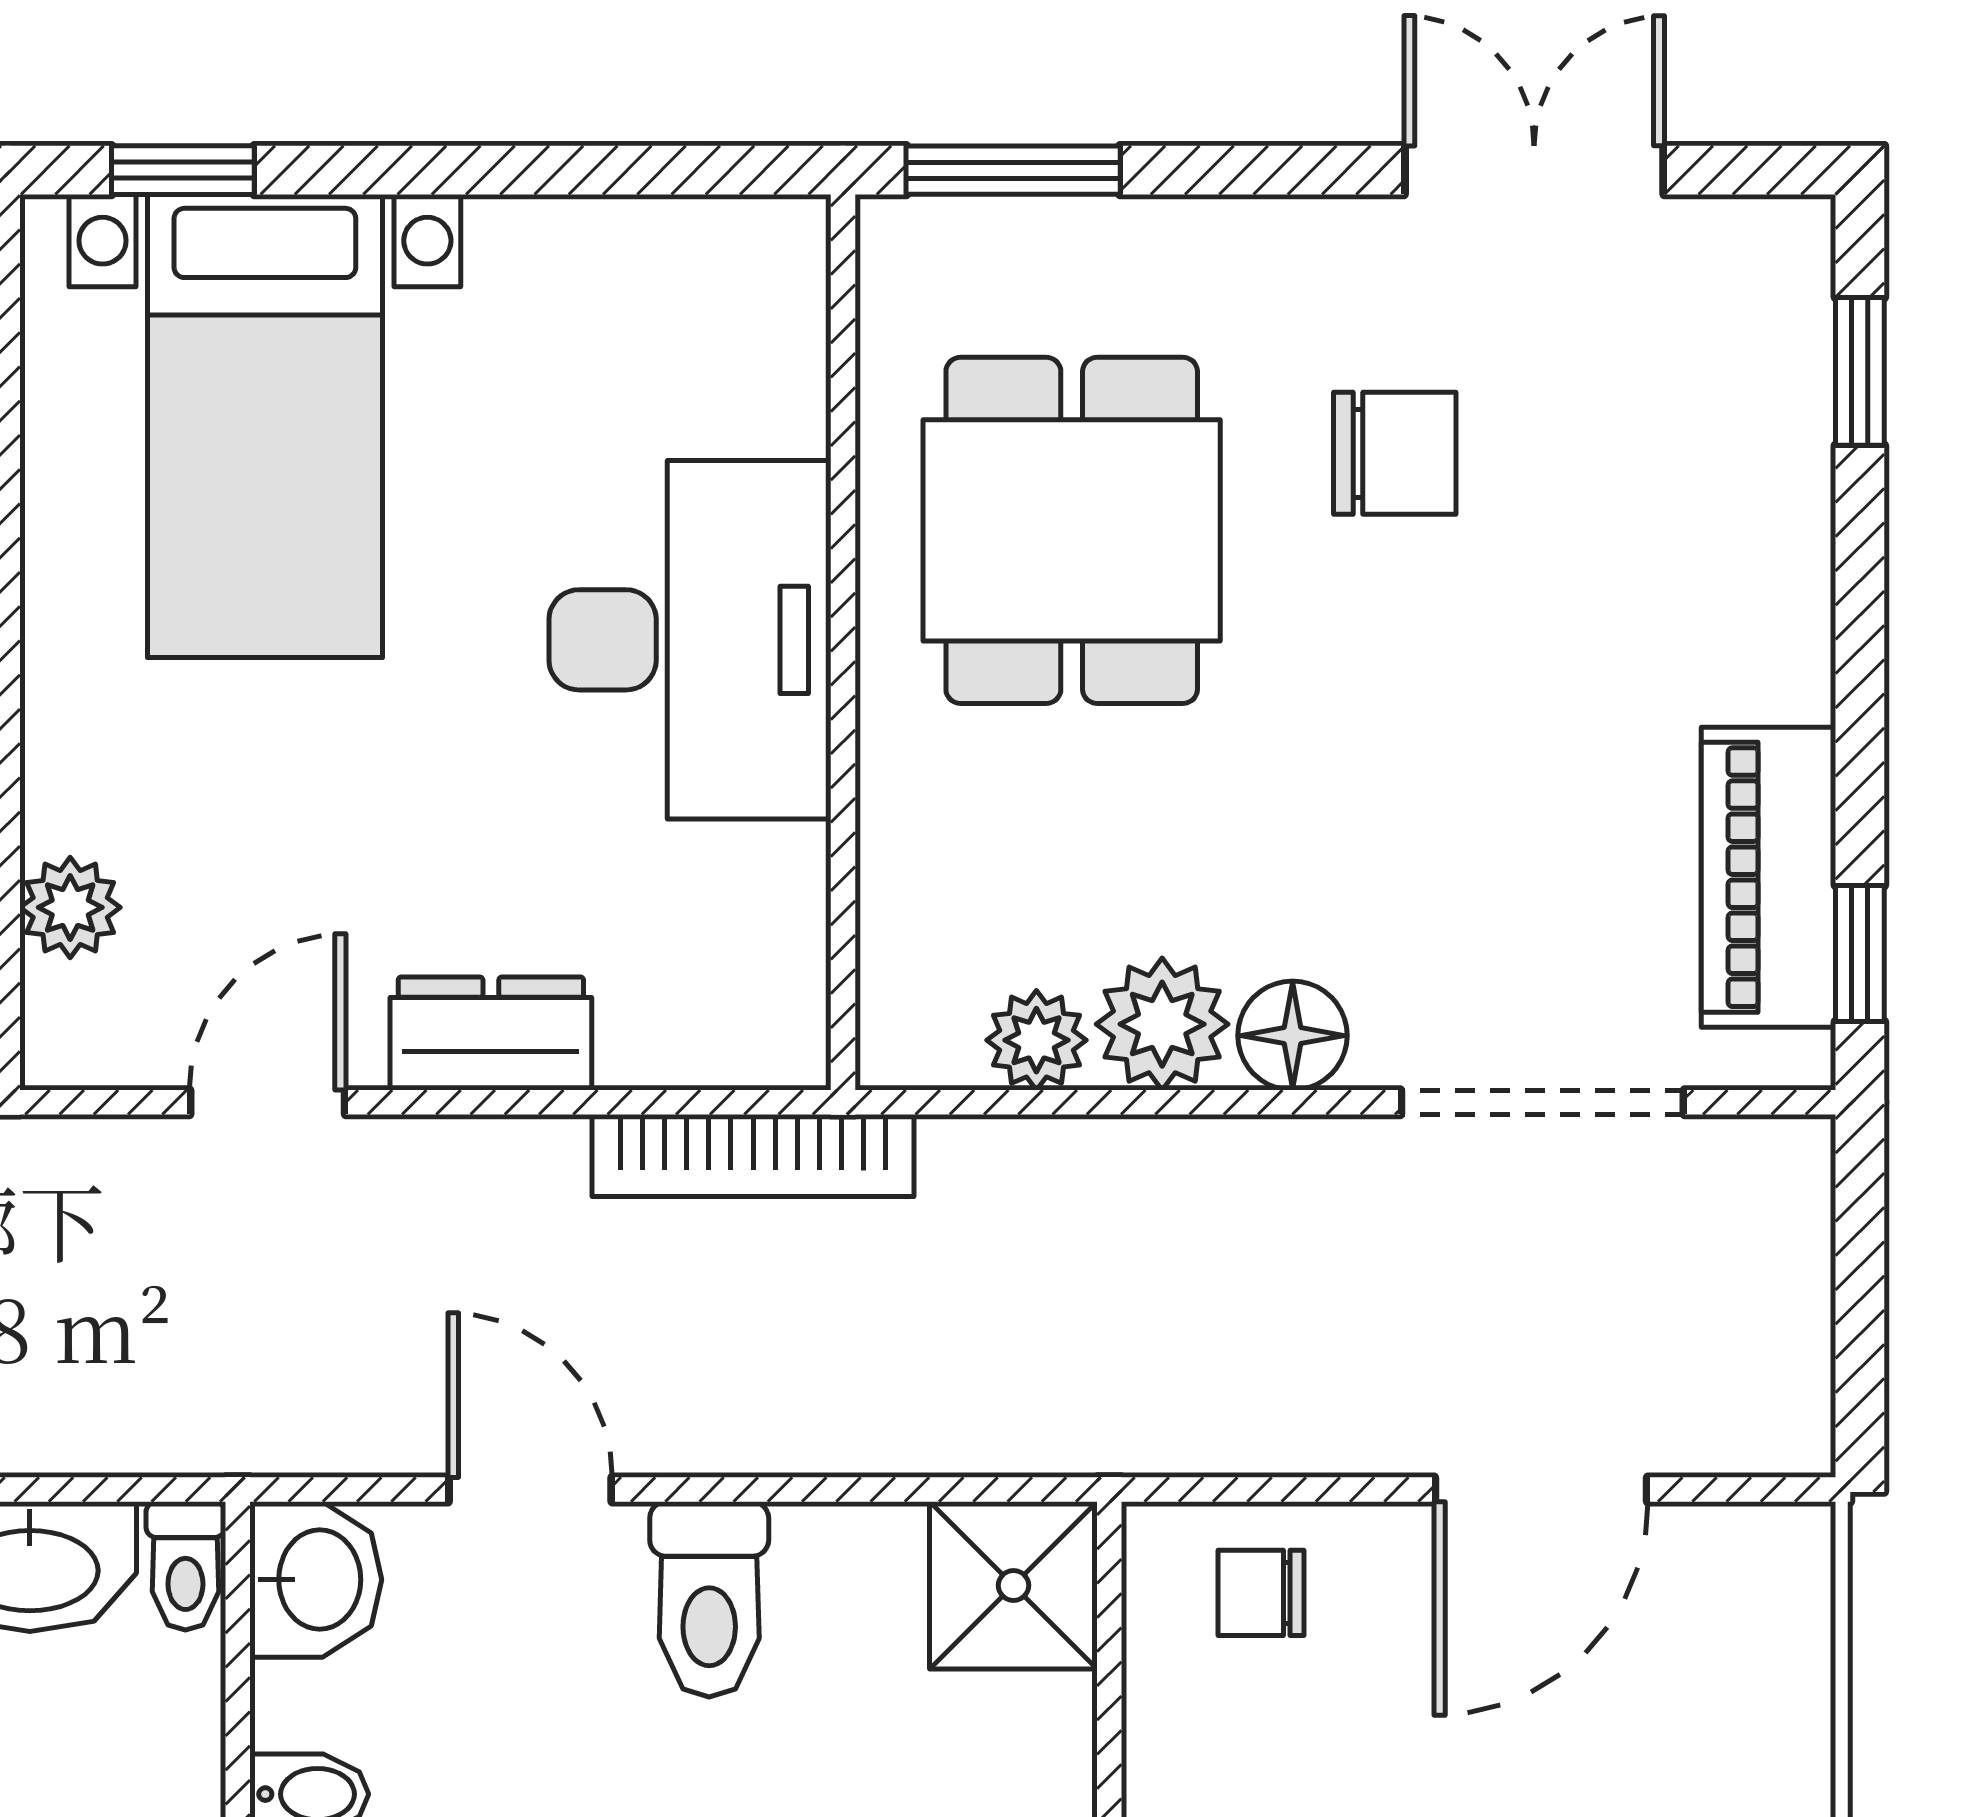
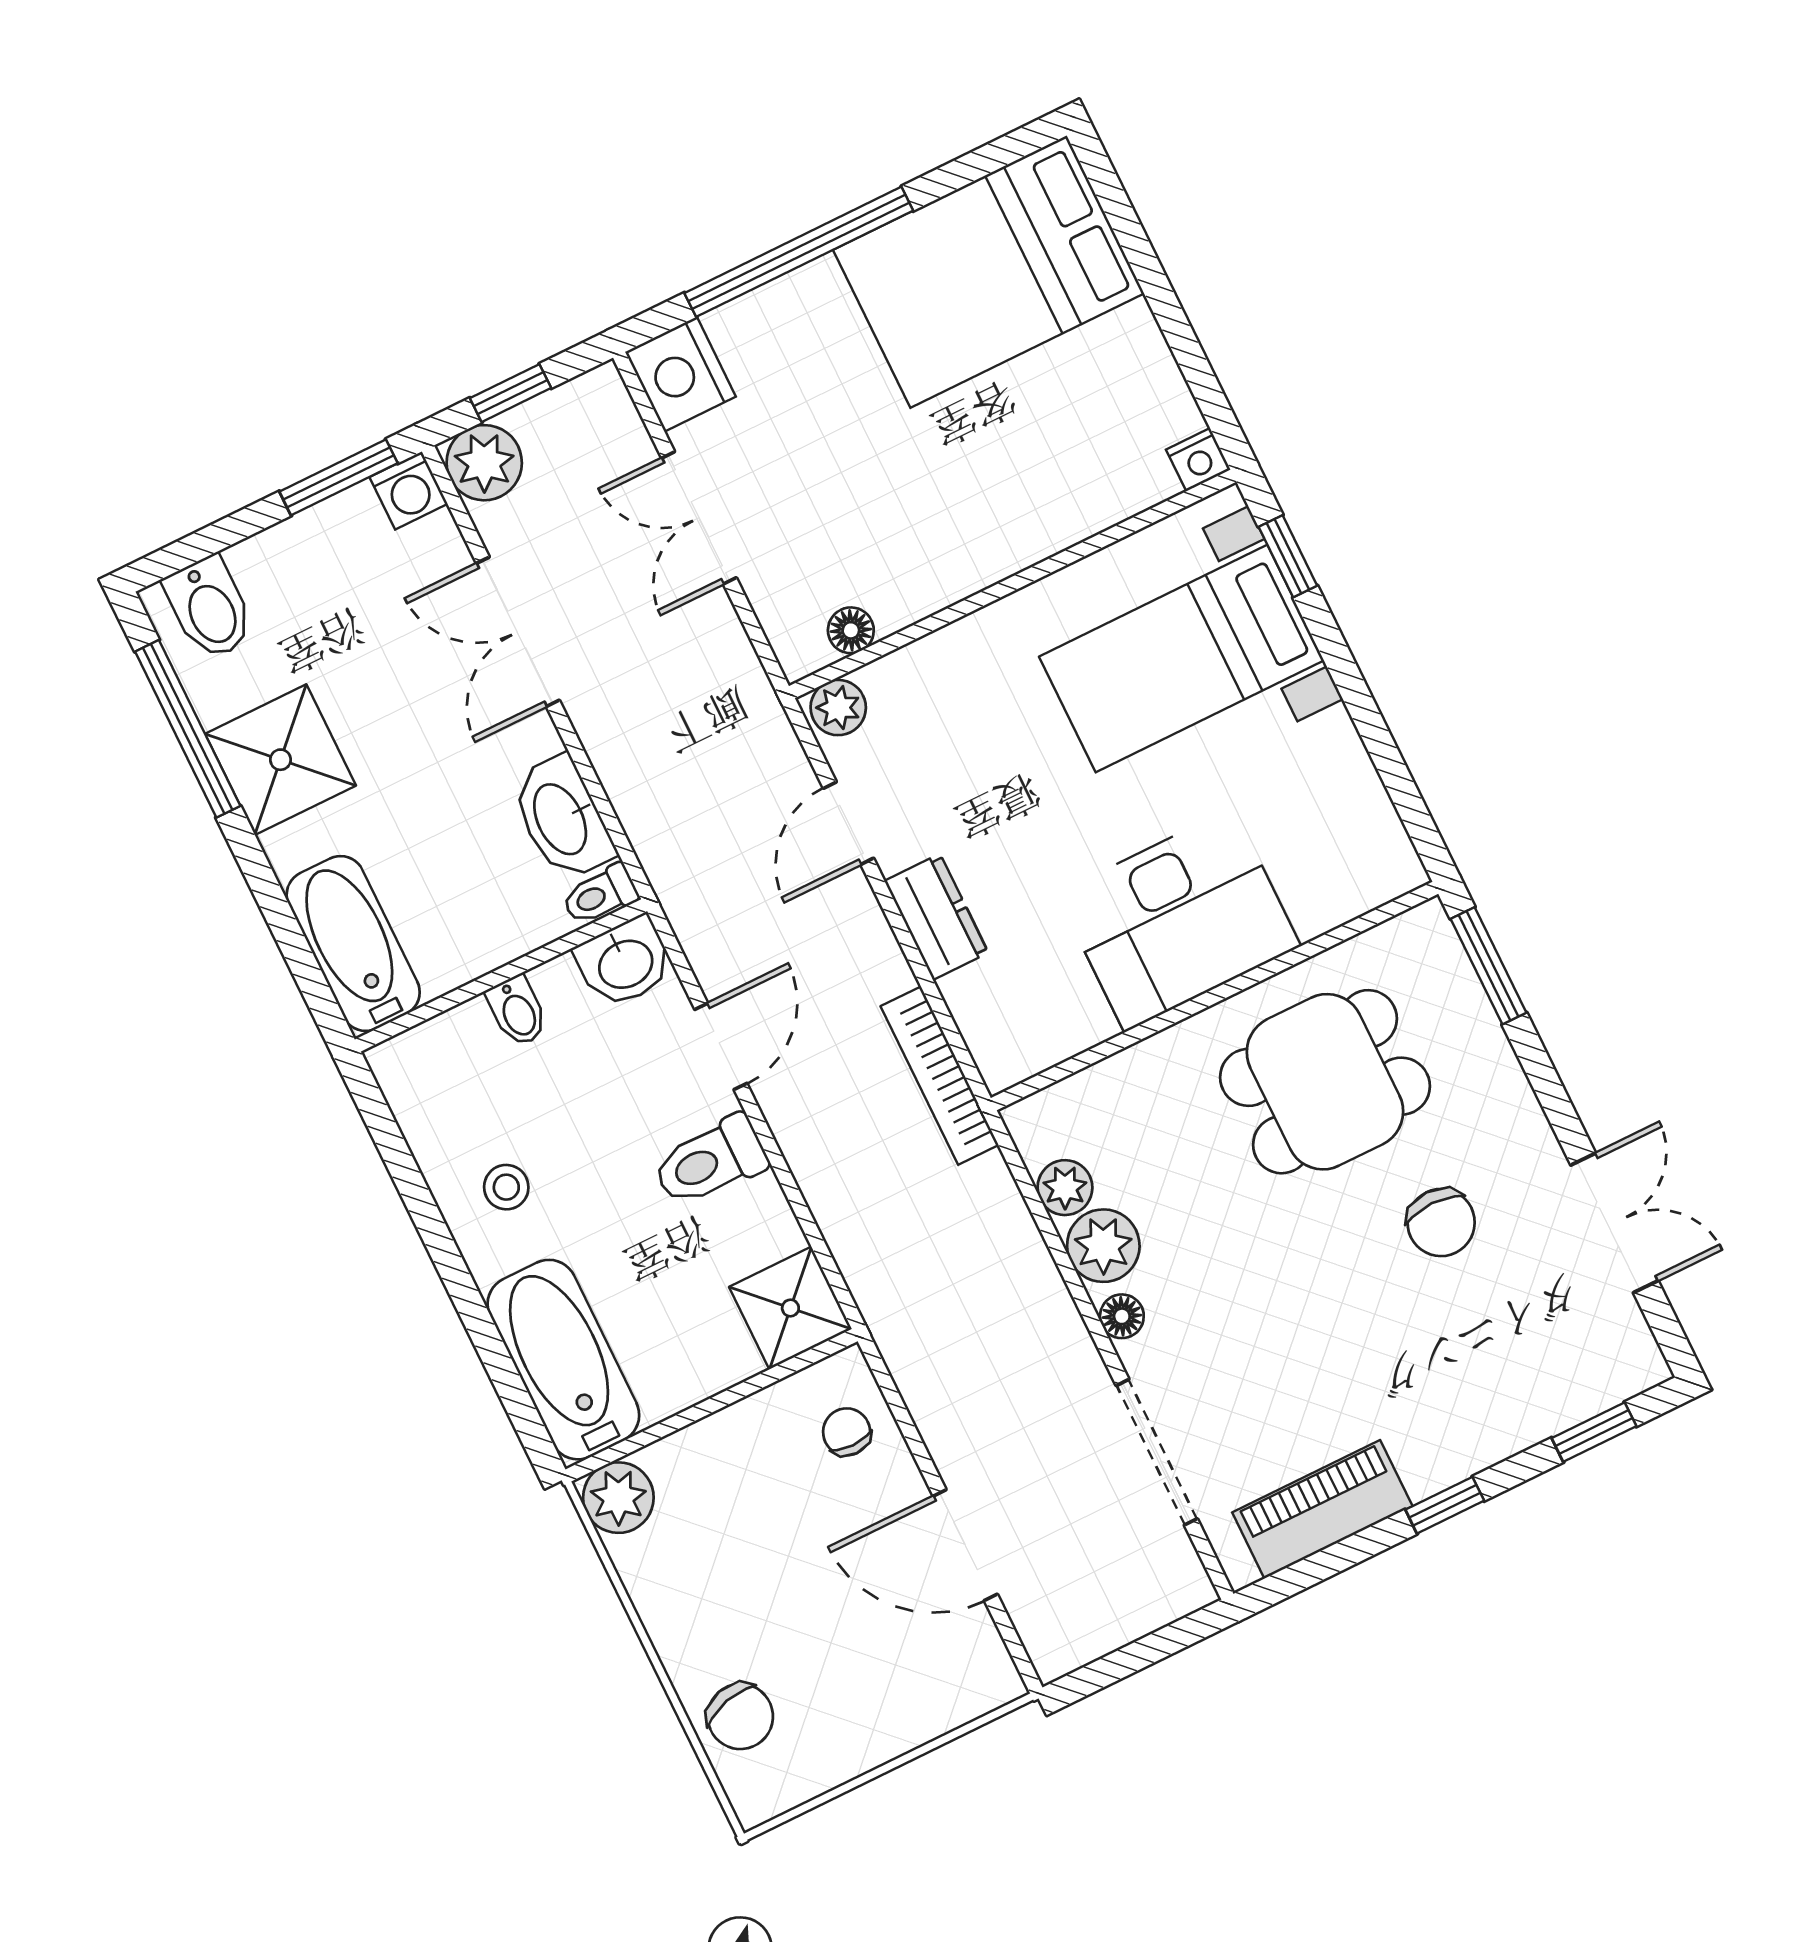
plant: (70, 907) -> (838, 708), moved
window: (1860, 954) -> (1445, 1505), moved
floor lamp: (1293, 1036) -> (1122, 1316), width x0.73, depth x0.73
door: (268, 1102) -> (849, 823), swing flipped

